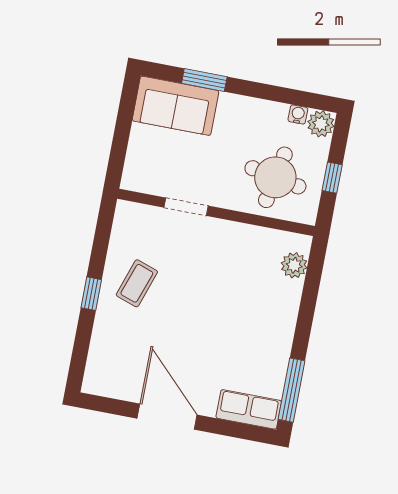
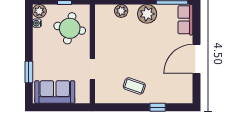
sofa: (175, 106) -> (55, 92), moved, turned -90
plant: (294, 265) -> (121, 11), moved
window: (91, 294) -> (158, 107), moved
plant: (275, 336) -> (147, 14), added

